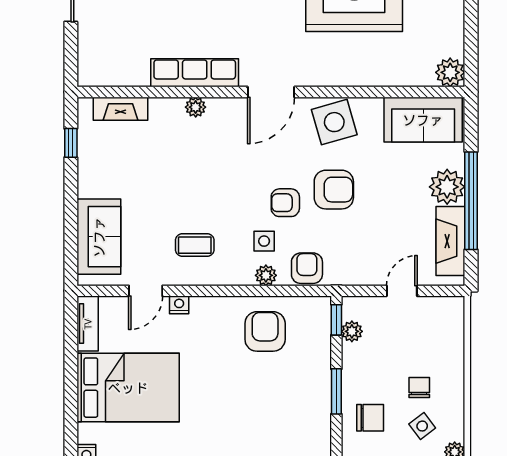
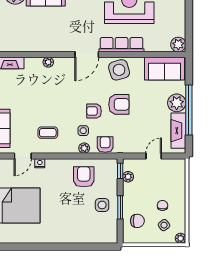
row of seats: (195, 73) -> (122, 45), moved
side table: (301, 387) -> (102, 205), added

